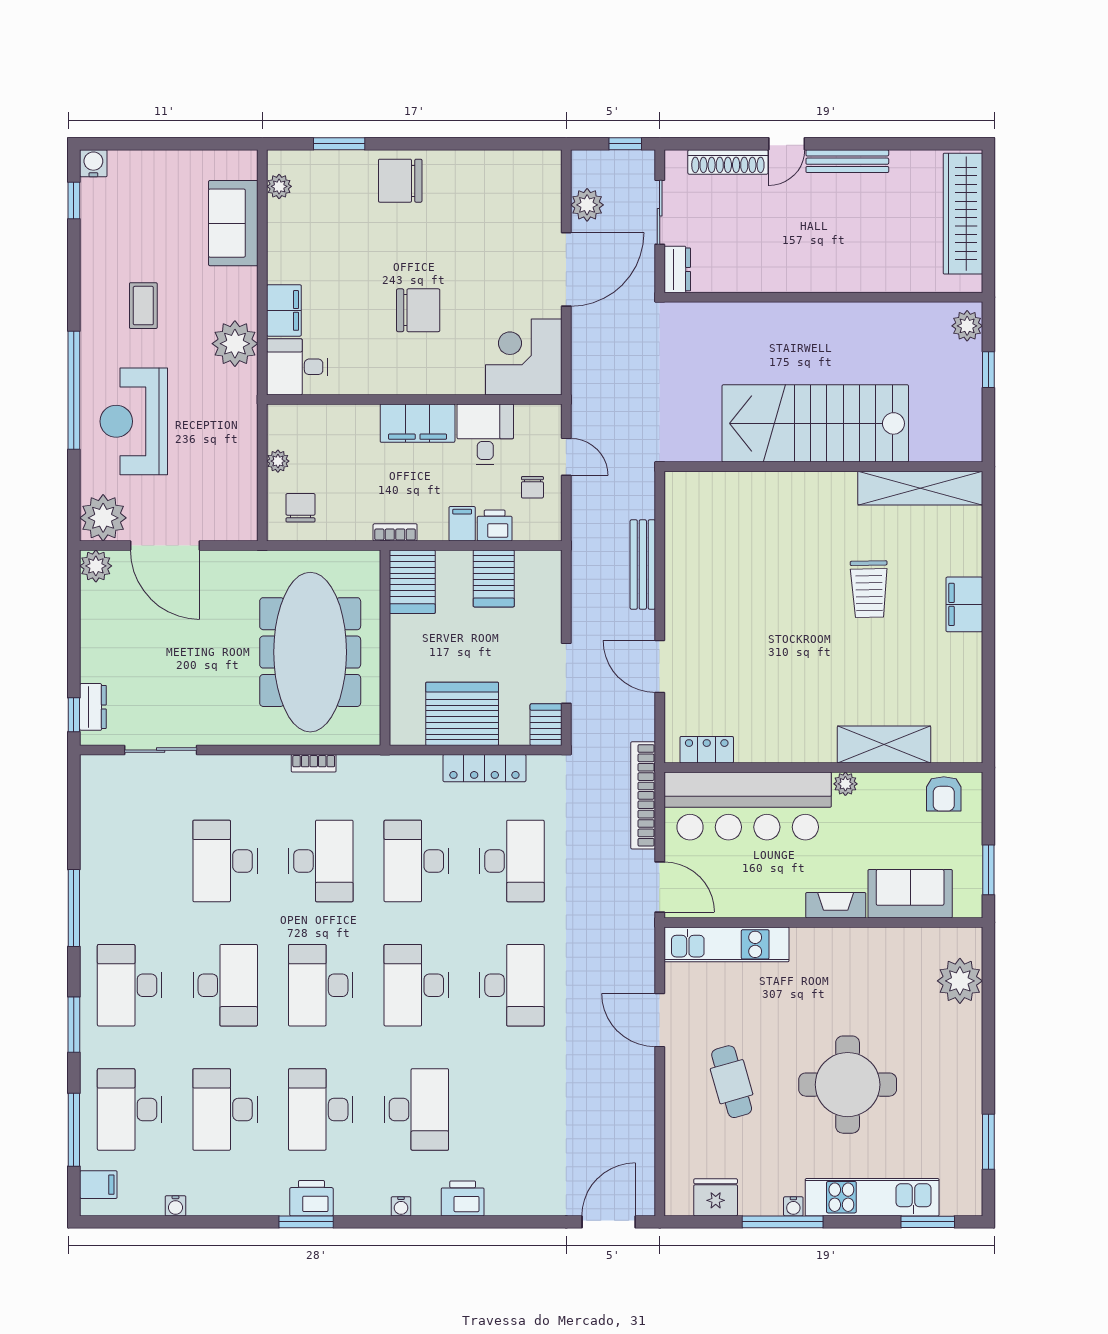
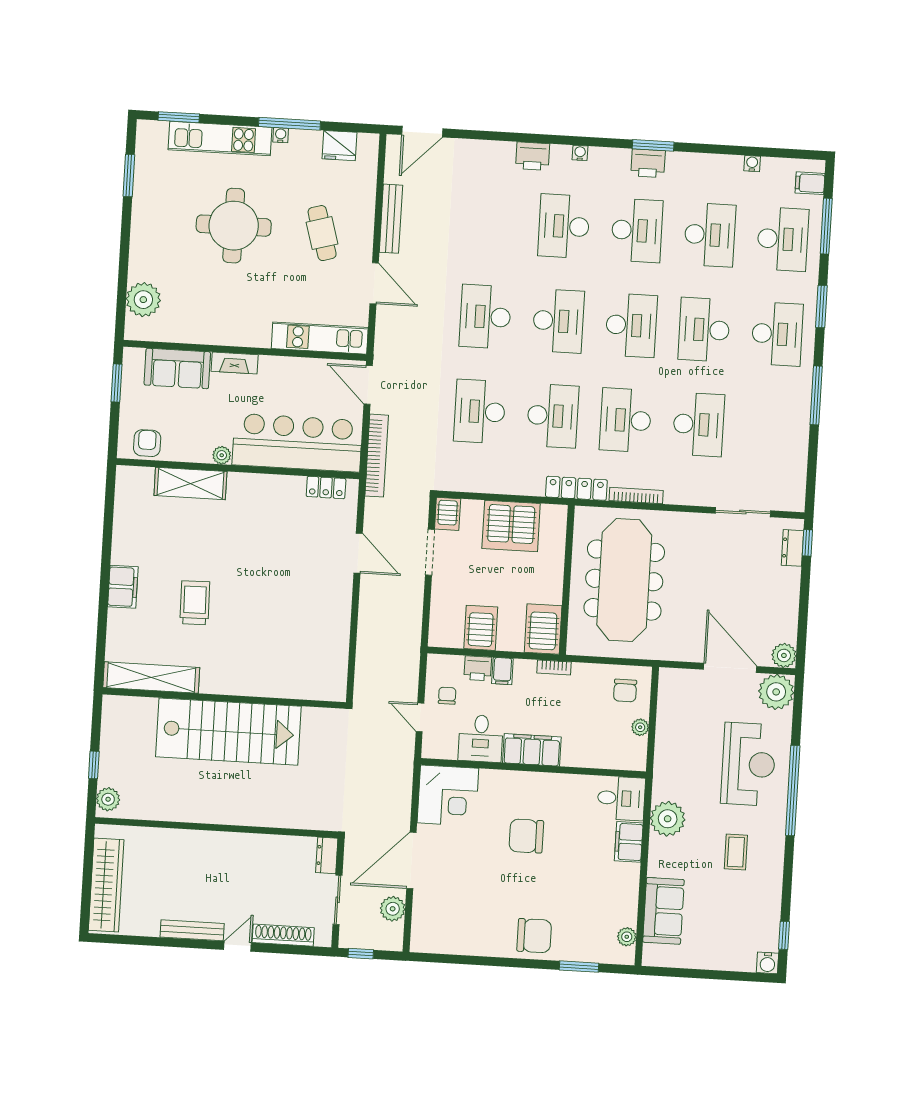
bench: (643, 564) -> (391, 219), moved
bookcase: (314, 763) -> (636, 496), width x1.56
locker: (484, 768) -> (576, 488), moved

